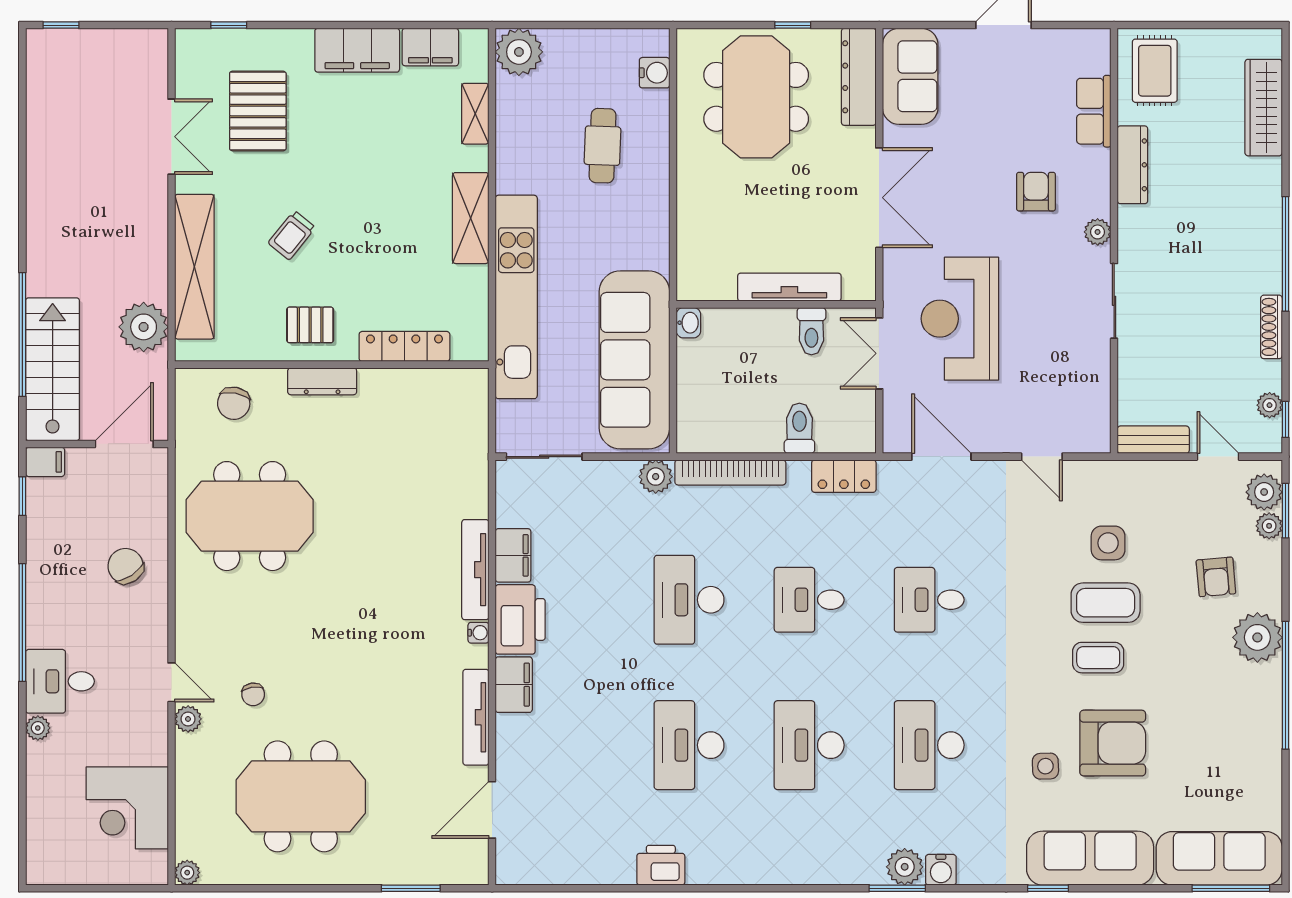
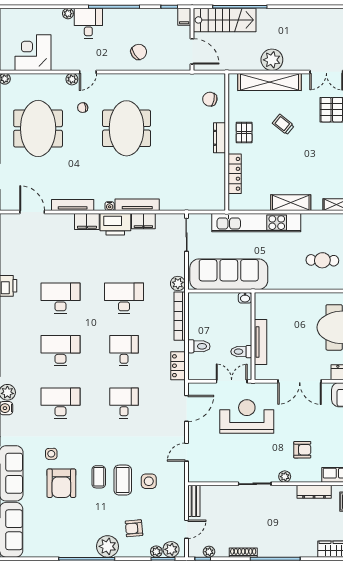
plant: (144, 327) -> (272, 60), moved
meeting table: (250, 516) -> (127, 128), moved

